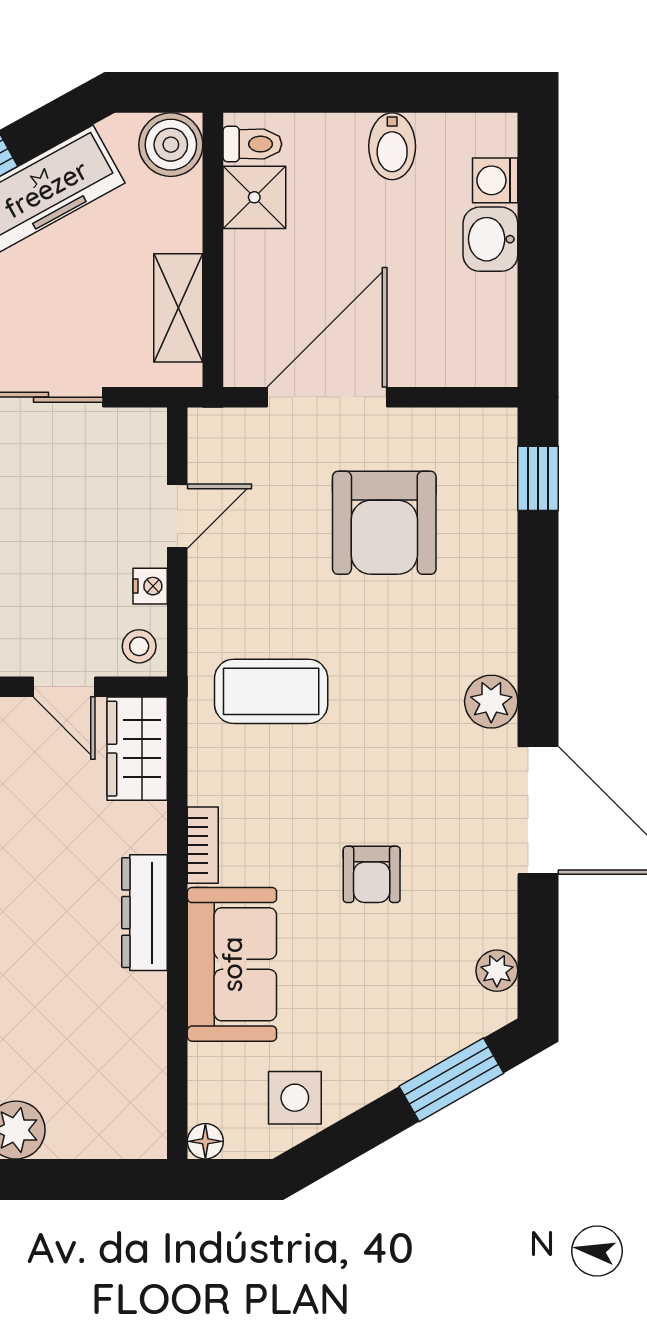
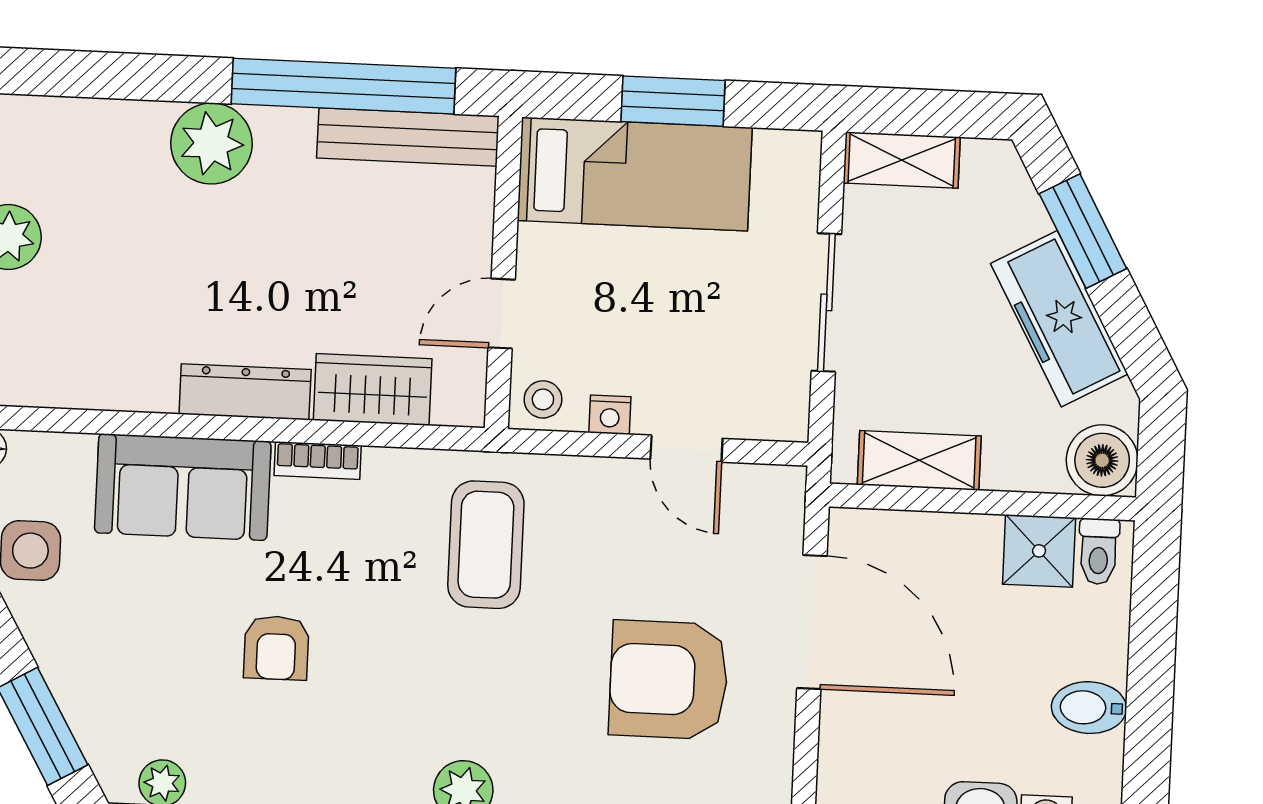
wardrobe: (137, 749) -> (373, 389), moved
armchair: (372, 874) -> (276, 648), turned -90

